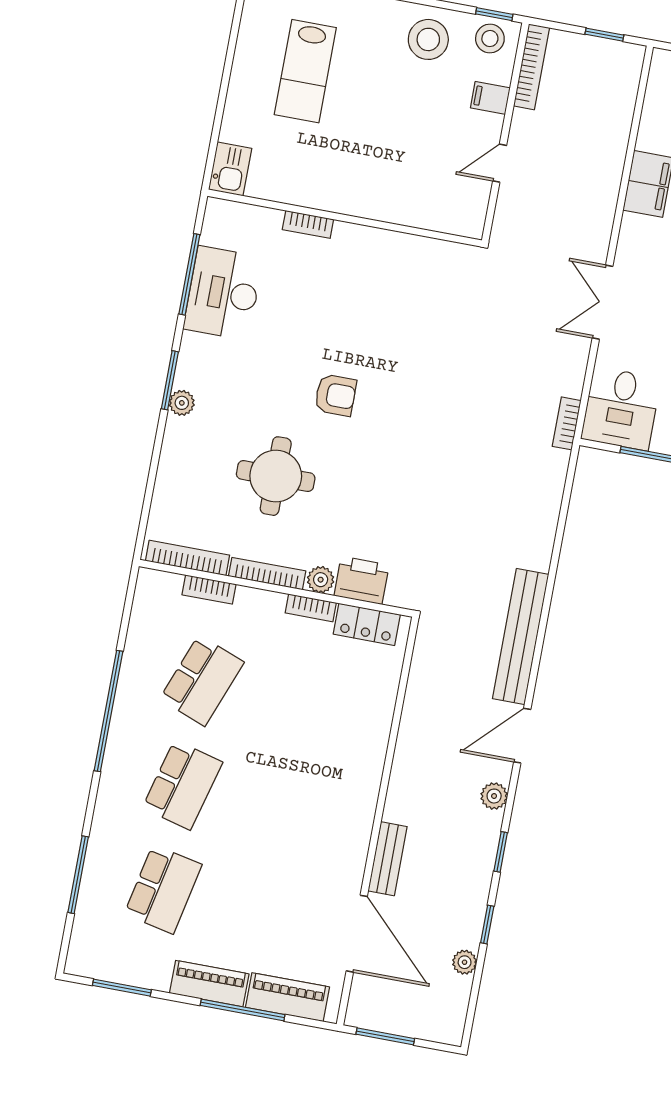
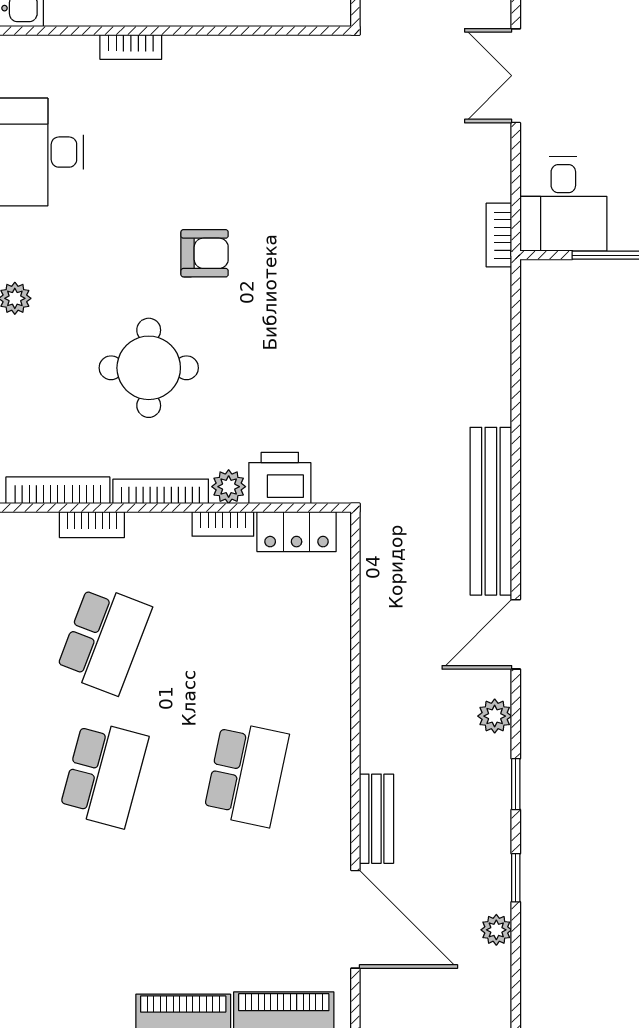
school desk: (163, 889) -> (246, 774), moved

